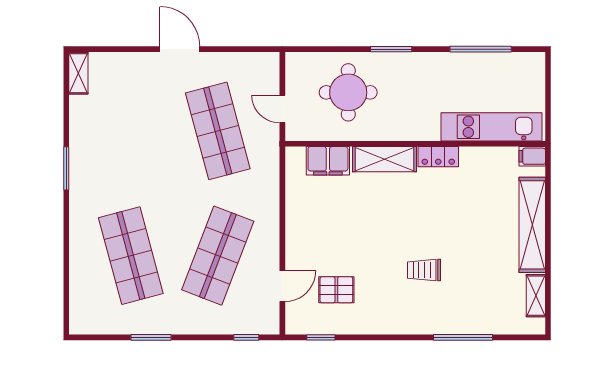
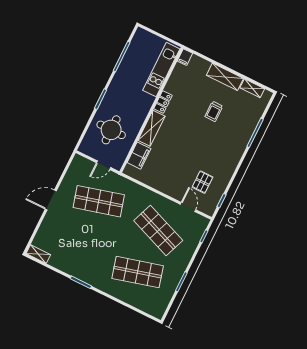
shelving: (532, 225) -> (225, 77), width x0.68
trolley: (424, 270) -> (214, 111), moved

